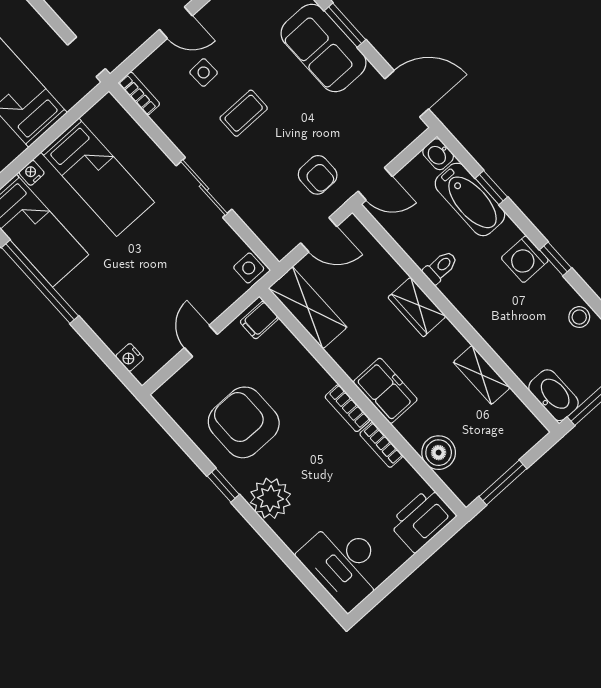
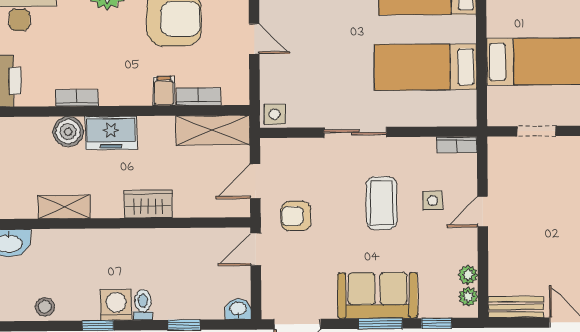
doorway: (86, 57) -> (536, 131), moved
coffee table: (244, 113) -> (382, 203), width x1.36, depth x1.30
nightstand: (32, 173) -> (468, 25), removed
bathtub: (470, 199) -> (189, 304), removed
toilet: (440, 267) -> (143, 305), moved, turned 180
filing cabinet: (259, 320) -> (164, 91), moved
bookcase: (348, 408) -> (199, 97), moved
boiler: (439, 453) -> (68, 132), moved

